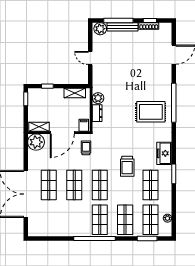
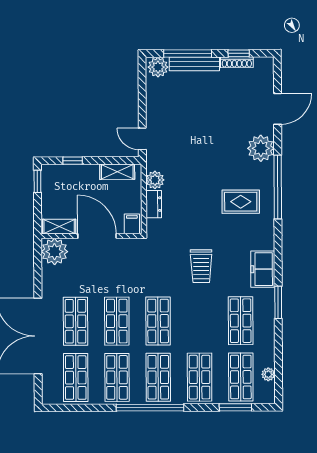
door: (90, 58) -> (142, 139), moved
plant: (163, 79) -> (261, 148), added
rug: (151, 112) -> (241, 202), width x0.73, depth x0.70
door: (62, 133) -> (97, 236), swing flipped
trolley: (86, 148) -> (136, 261), removed
trolley: (127, 166) -> (201, 266), moved
shop shelf: (49, 220) -> (76, 378), added
shop shelf: (74, 220) -> (117, 377), added

